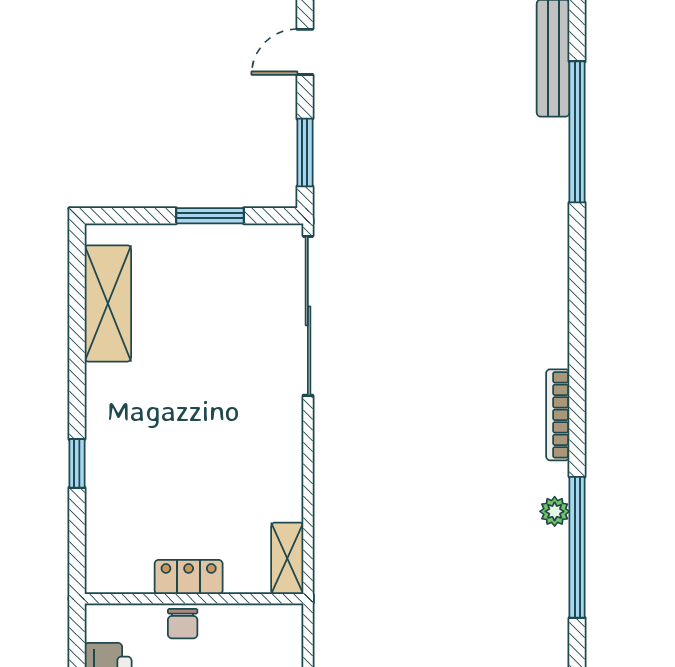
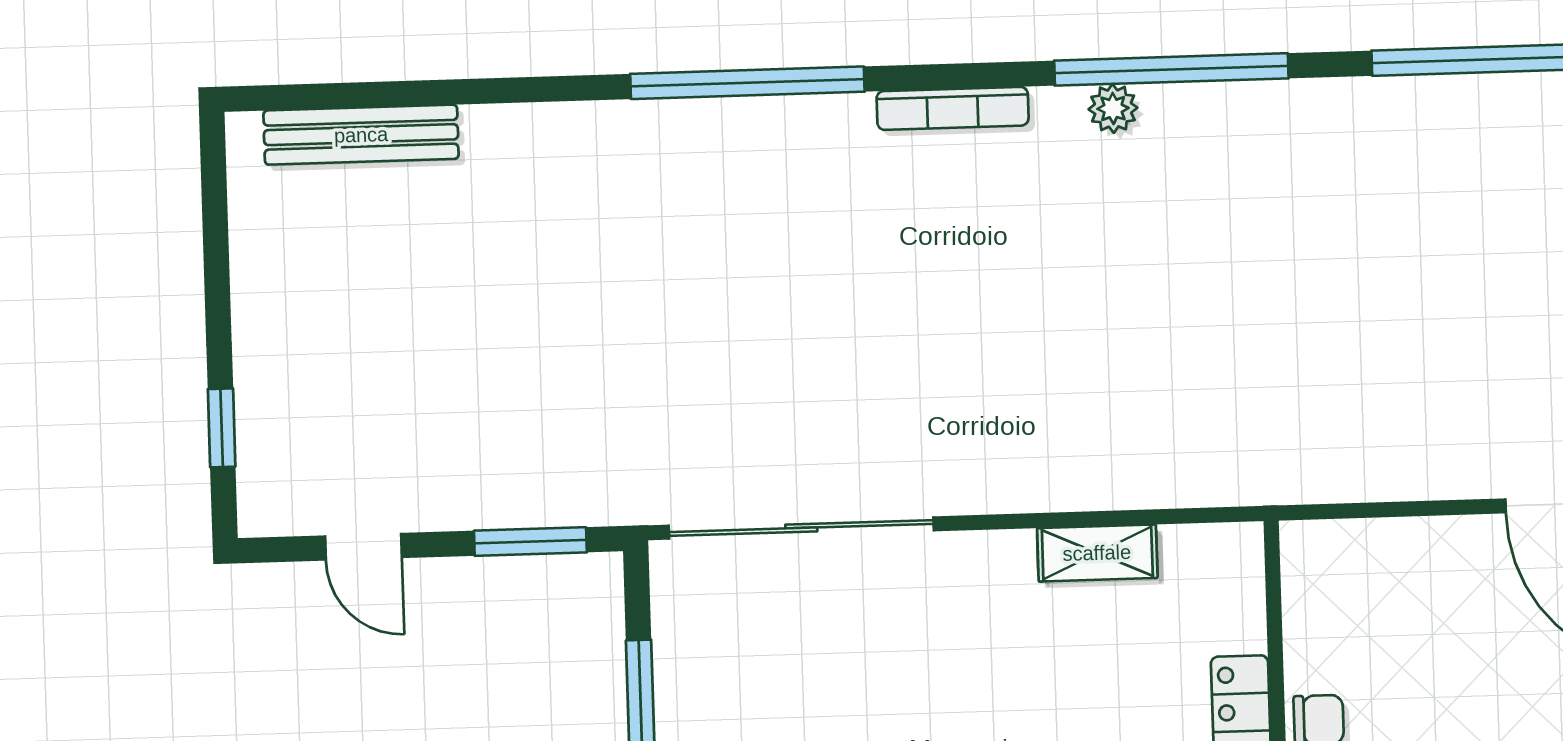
window: (577, 132) -> (747, 83), moved
shelving: (287, 558) -> (1097, 553), moved

